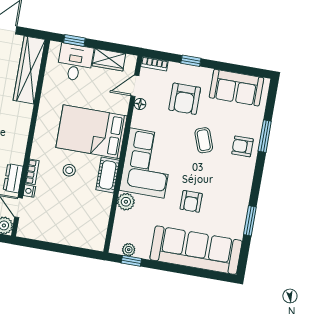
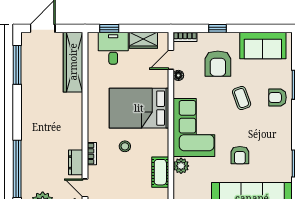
cot: (108, 175) -> (160, 172), moved
nightstand: (29, 191) -> (92, 171), removed

